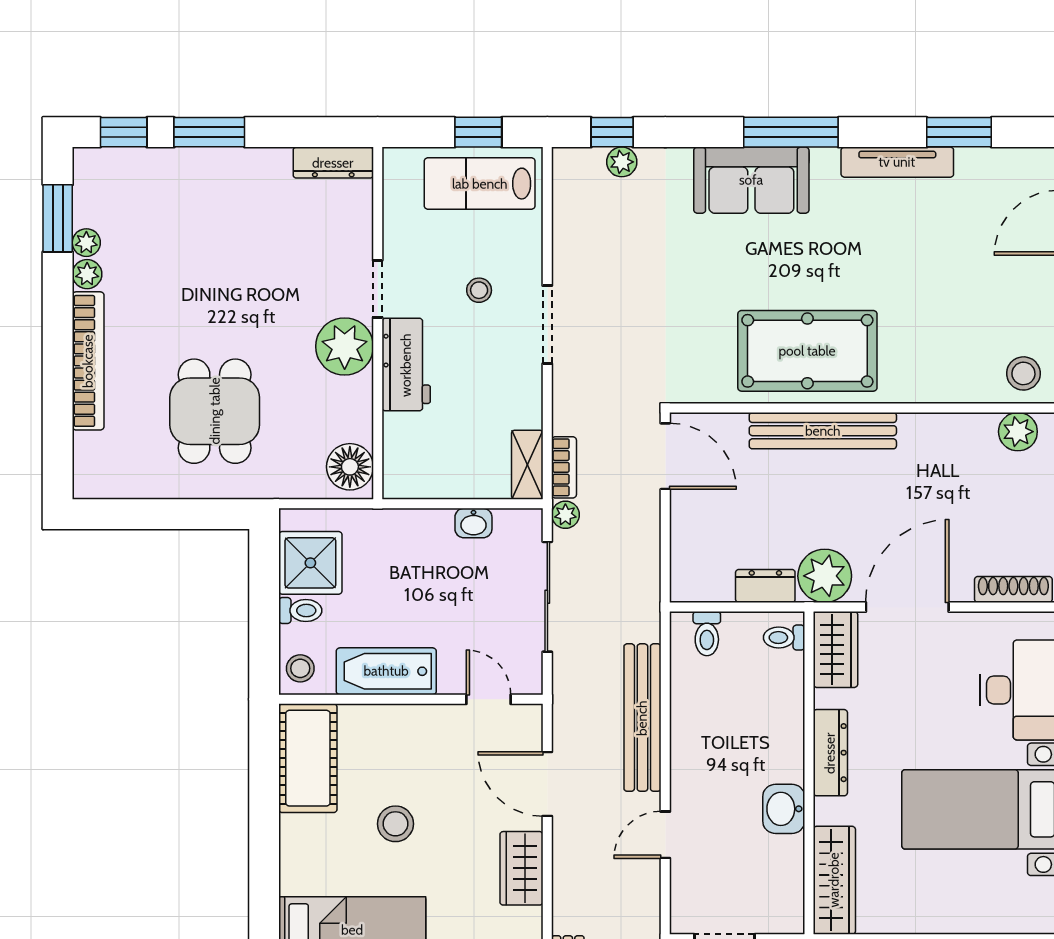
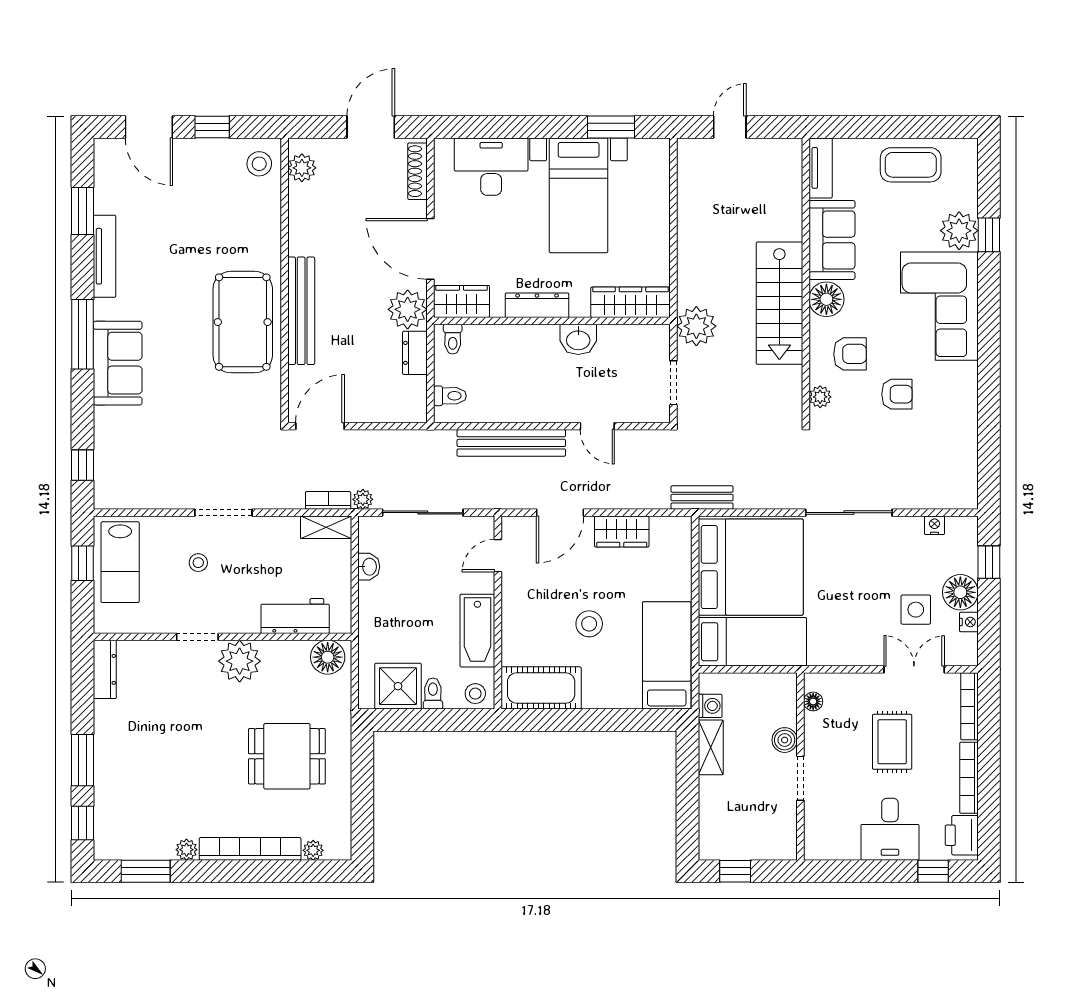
plant: (622, 162) -> (104, 458), removed
plant: (86, 243) -> (313, 850), moved
workbench: (406, 365) -> (295, 616), moved

